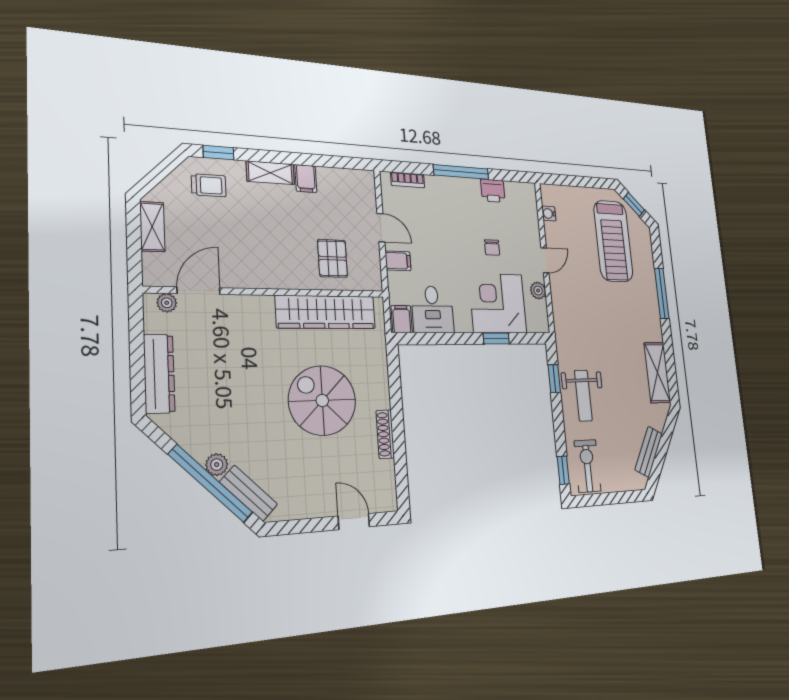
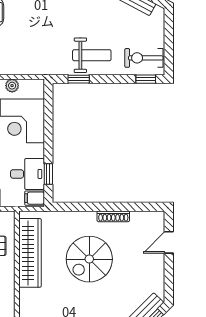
window: (496, 338) -> (48, 174), moved

